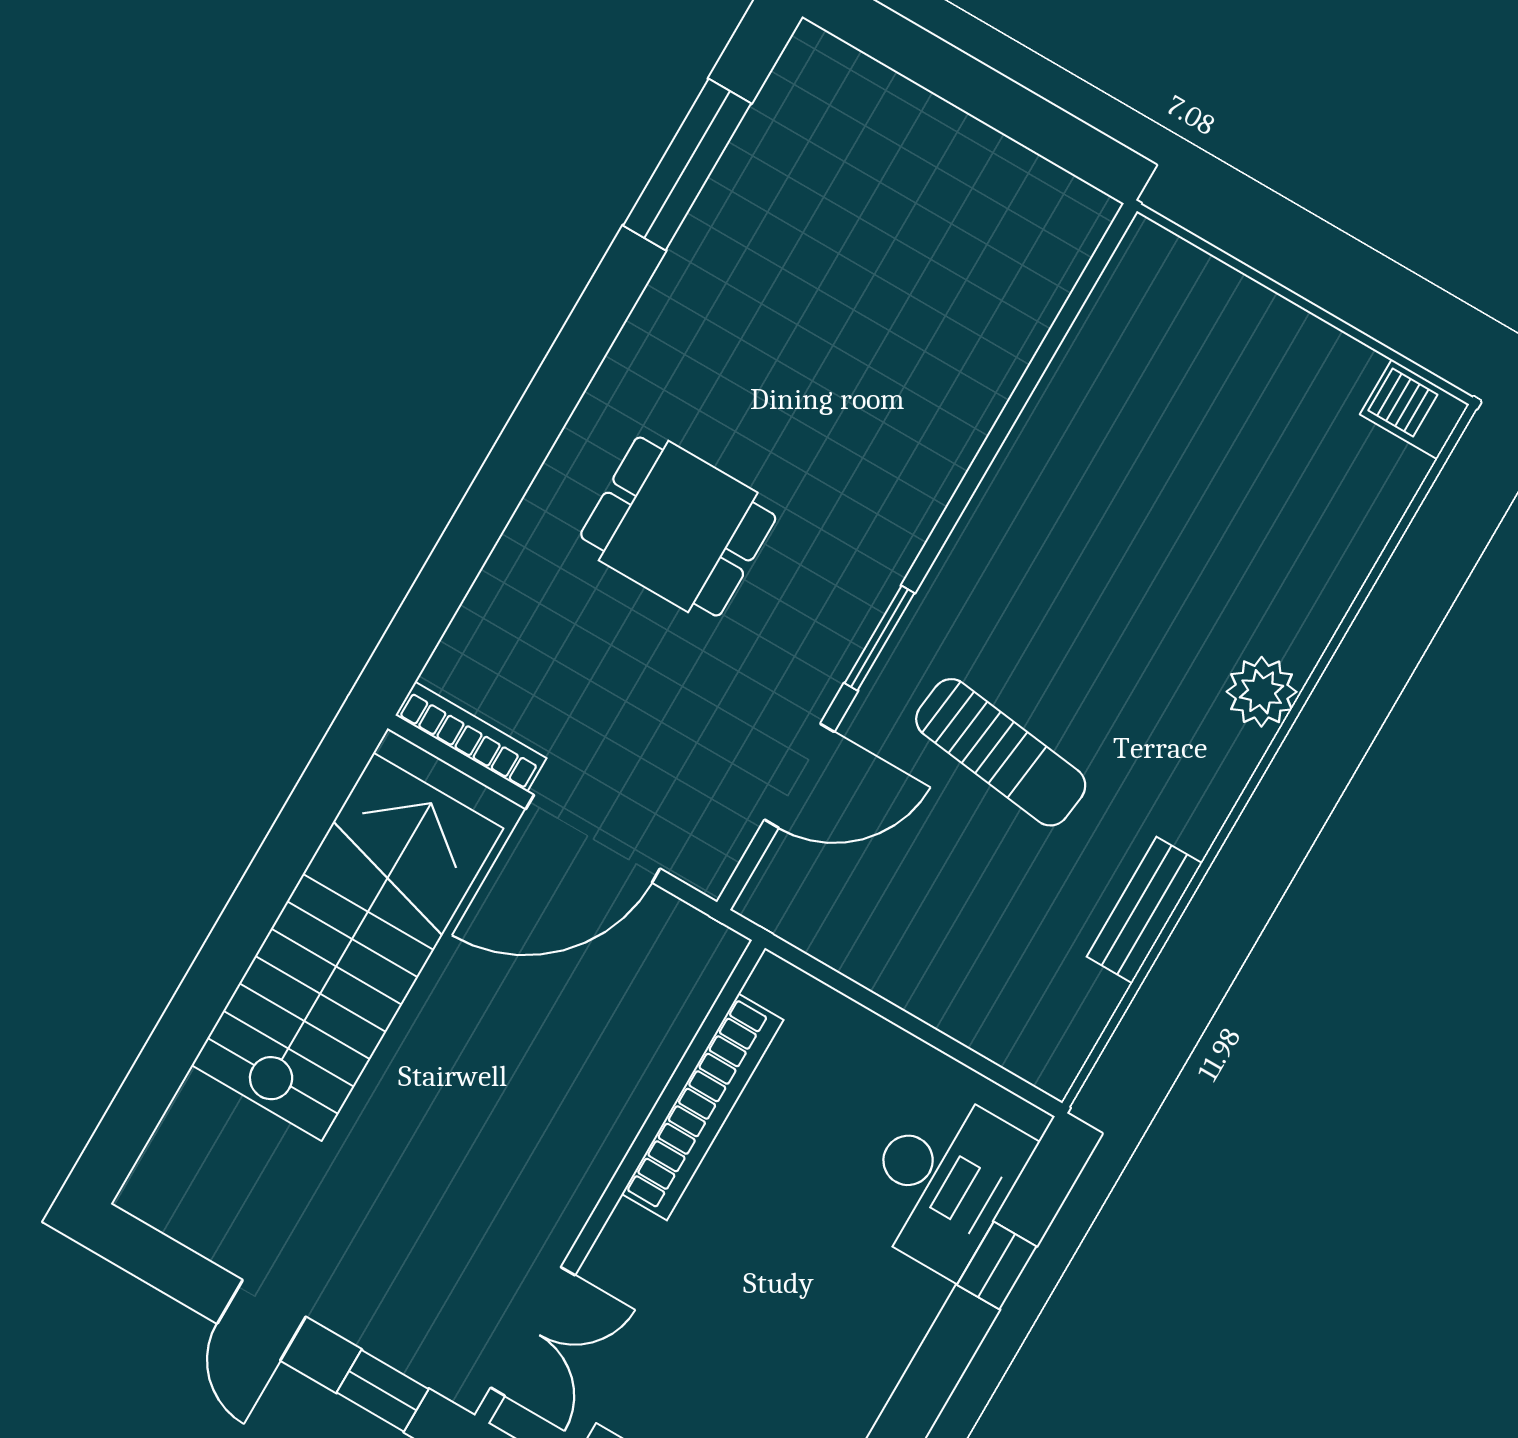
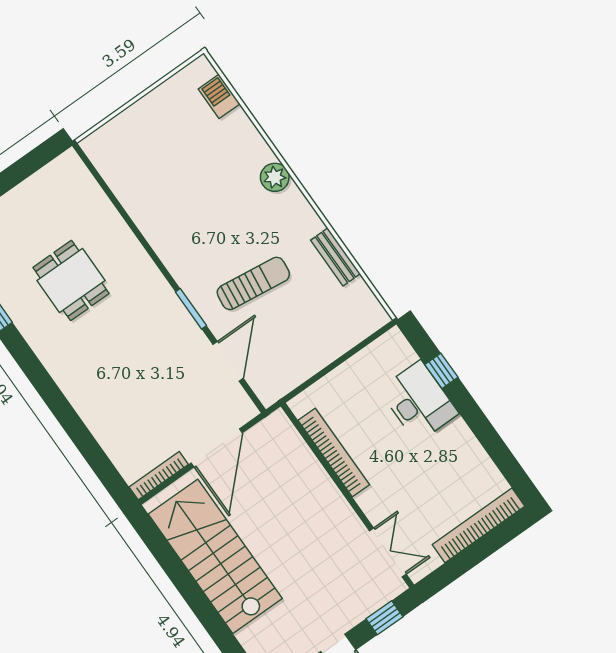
barbecue: (1415, 409) -> (219, 96), moved, turned 90
dining table: (678, 527) -> (71, 280), moved, turned 90
desk: (943, 1181) -> (419, 401), moved

